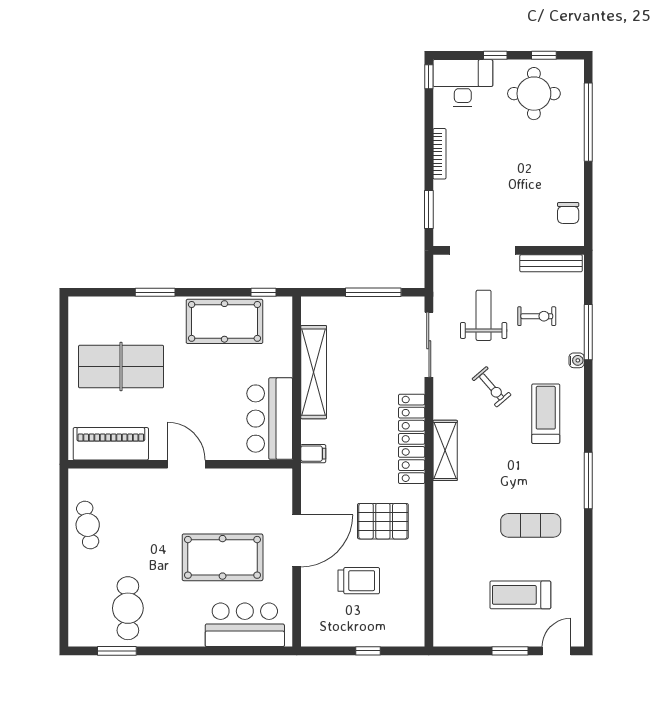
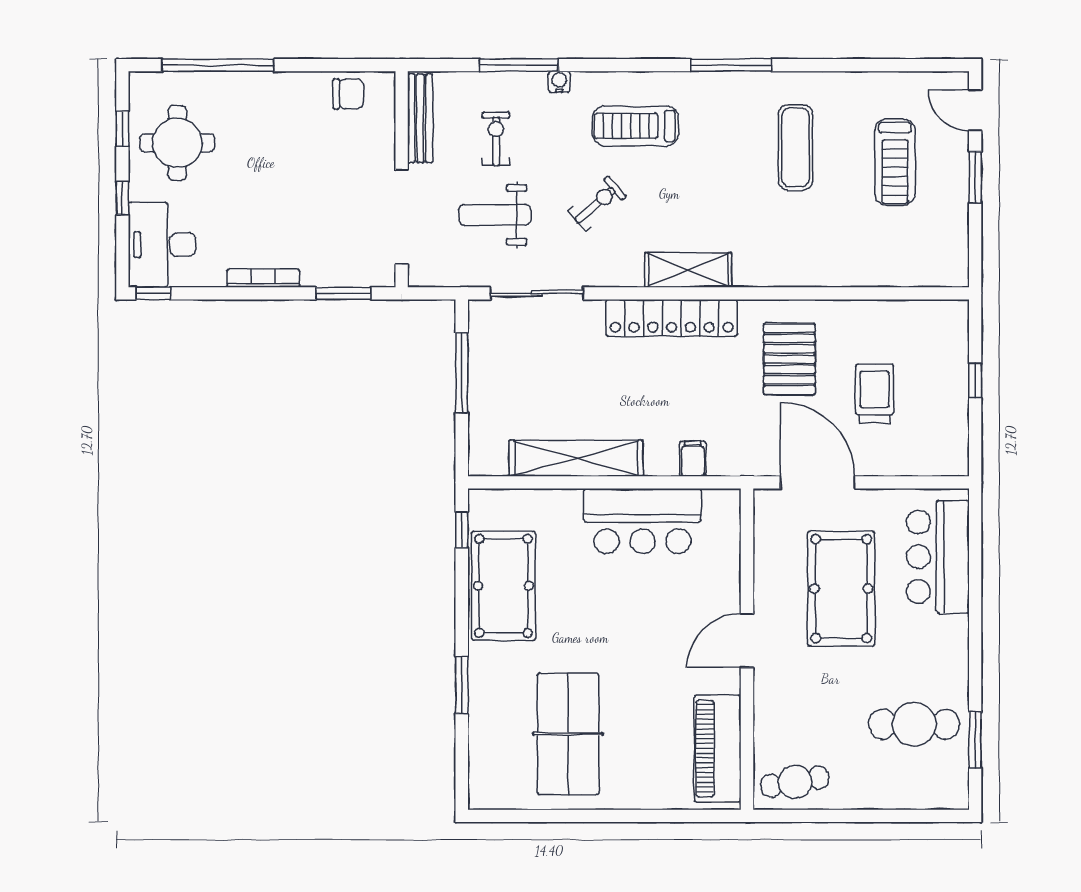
piano: (111, 444) -> (718, 749), moved
wall: (180, 464) -> (747, 649), moved
door: (186, 464) -> (747, 641), moved

